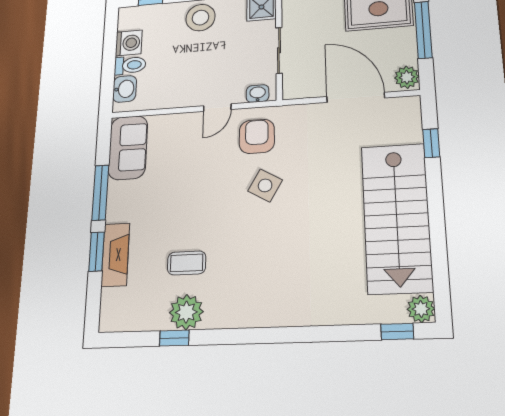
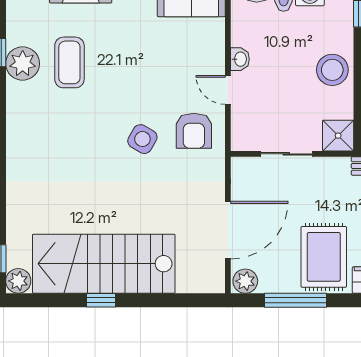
washbasin: (258, 94) -> (240, 59), moved
armchair: (257, 136) -> (194, 131), turned 90
window: (431, 143) -> (101, 300), moved
coffee table: (187, 263) -> (69, 62), width x1.36, depth x1.30

